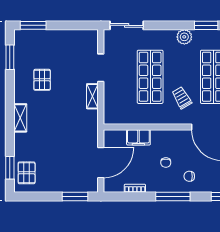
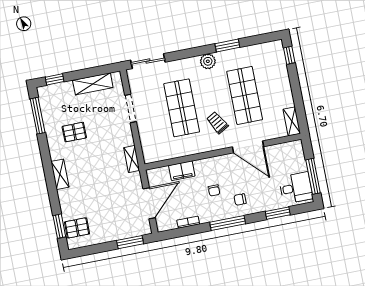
window: (33, 25) -> (55, 79), width x0.67
shelving: (69, 37) -> (93, 84), added
window: (10, 57) -> (38, 116), width x1.44
pallet: (42, 80) -> (74, 132), turned 90
shelving: (92, 96) -> (132, 159), moved
pallet: (27, 173) -> (77, 228), turned 90

